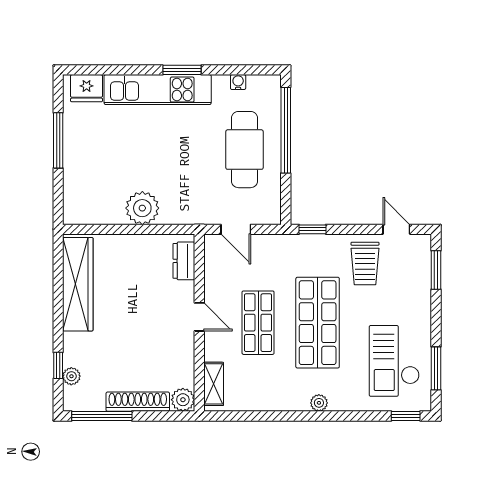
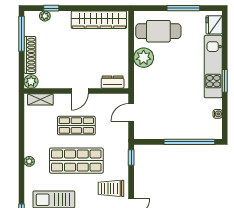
cafe table: (244, 150) -> (158, 31), moved

